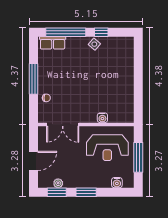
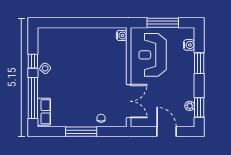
water cooler: (102, 118) -> (122, 36), moved
reception desk: (107, 148) -> (153, 55), turned 180
window: (86, 192) -> (199, 63), moved

